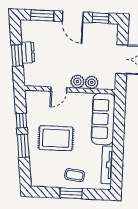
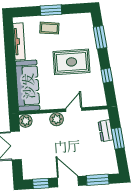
dresser: (28, 52) -> (106, 131), moved
plant: (92, 82) -> (26, 121), moved
window: (23, 146) -> (100, 37), moved

